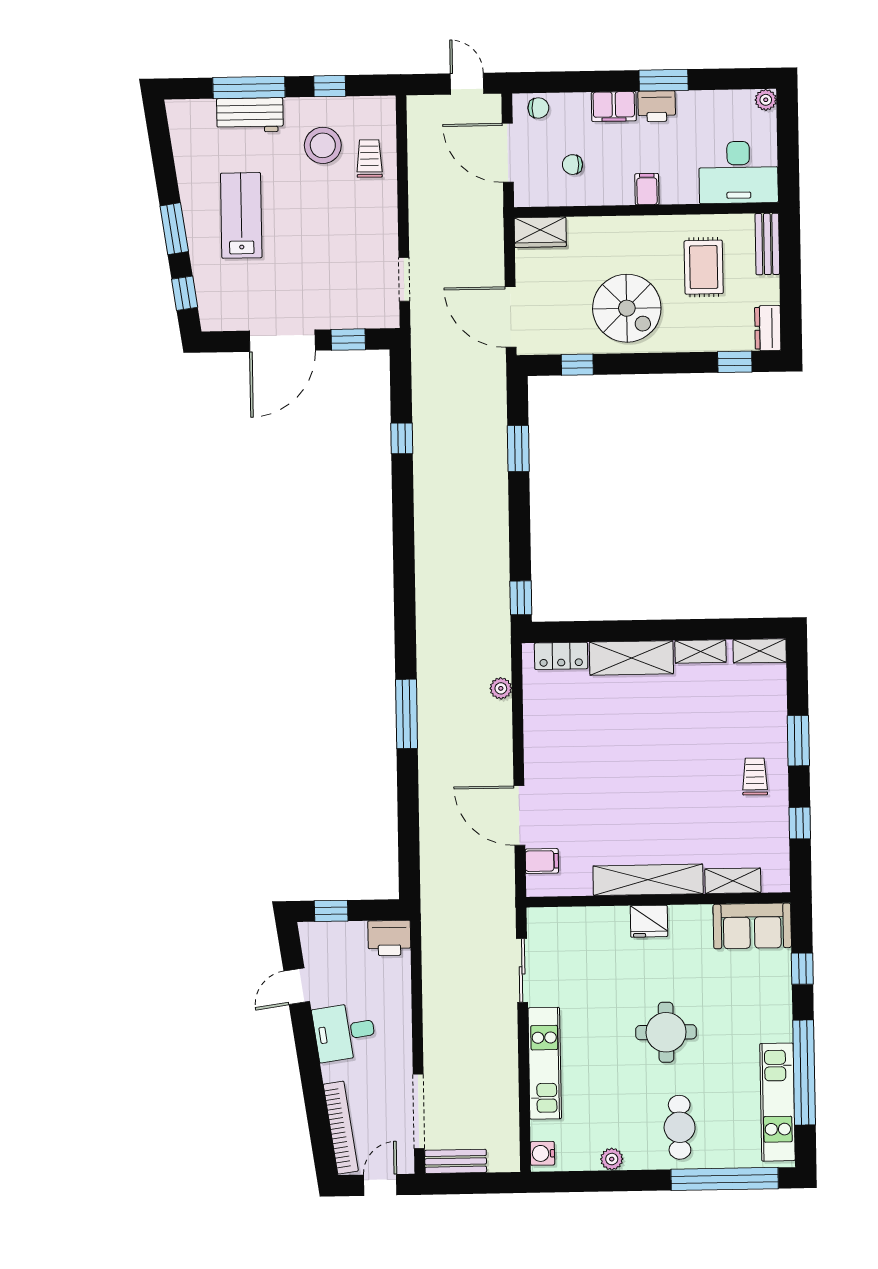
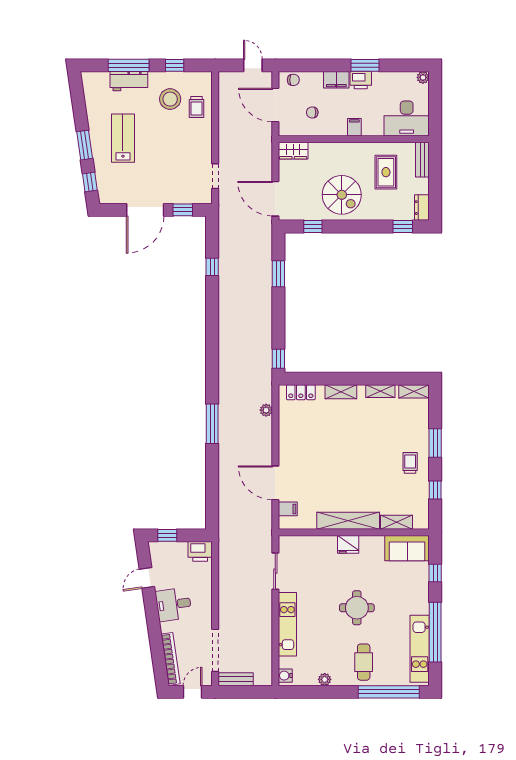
trolley: (369, 159) -> (197, 107), turned 180
shelving: (631, 658) -> (341, 392), width x0.67, depth x0.75

